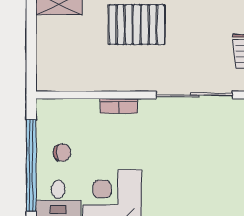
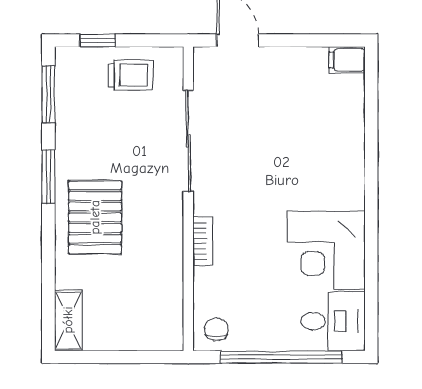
chair: (62, 153) -> (216, 329), moved

